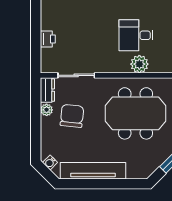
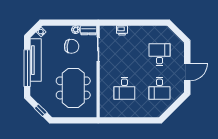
desk: (136, 35) -> (124, 88), turned 180
plant: (139, 64) -> (106, 91), removed
window: (105, 184) -> (27, 68), added

